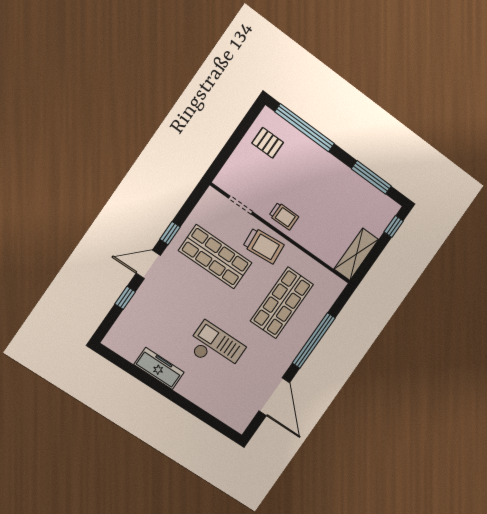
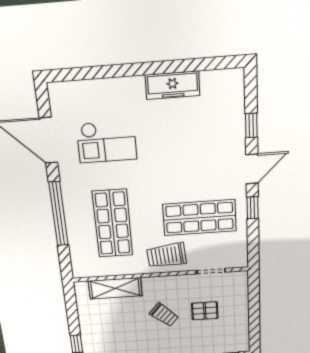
pallet: (268, 143) -> (205, 311), moved
trolley: (284, 216) -> (164, 315), moved, turned -139
shelving: (356, 254) -> (115, 288), moved, turned 90
checkout: (216, 348) -> (107, 142), moved

